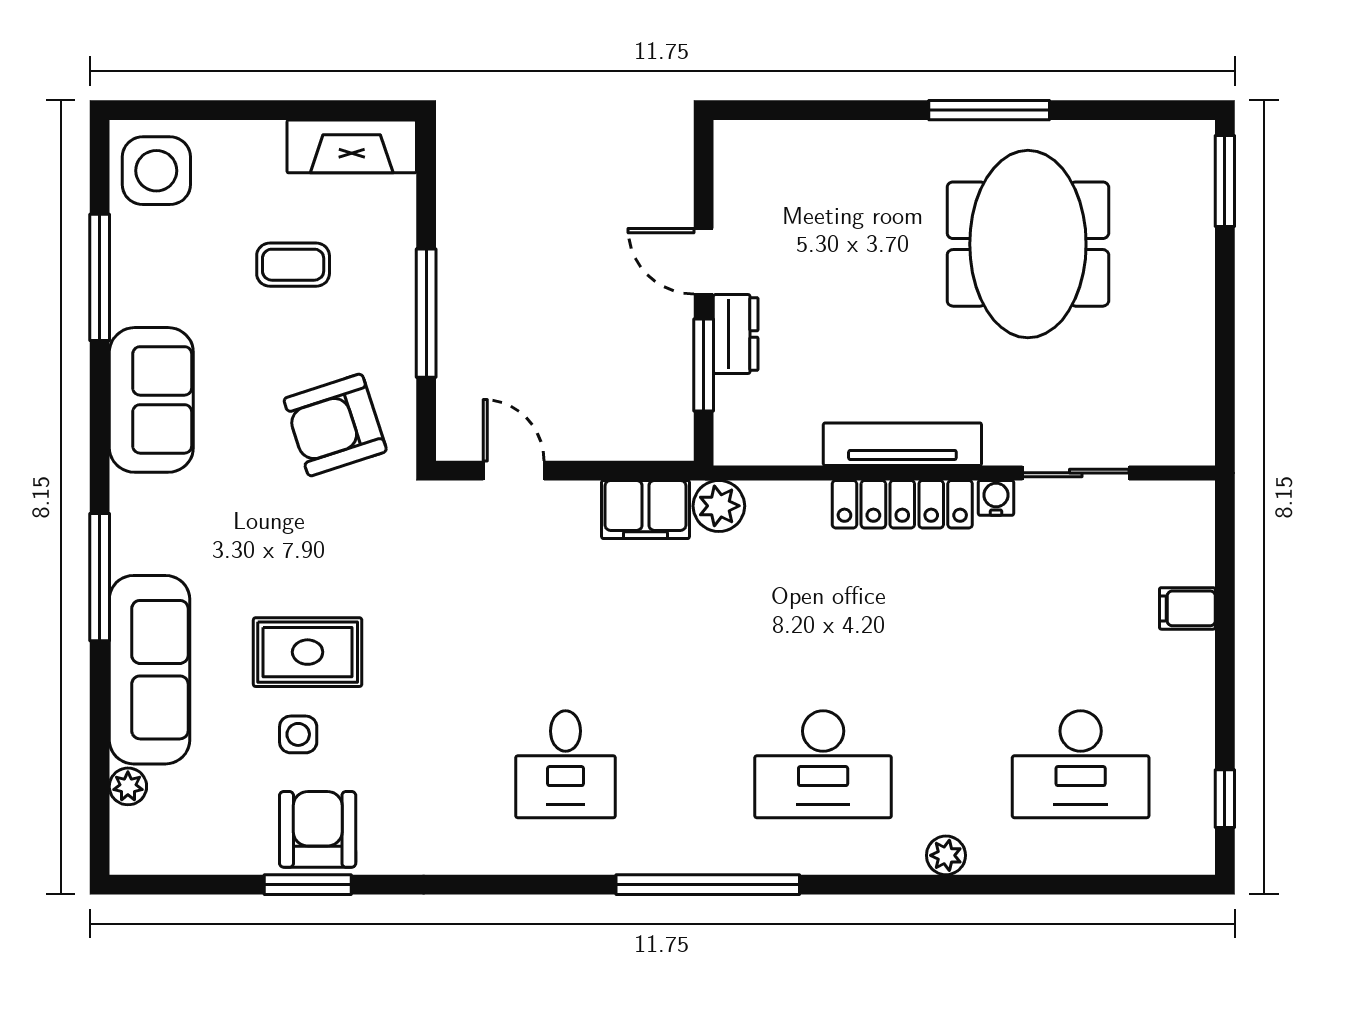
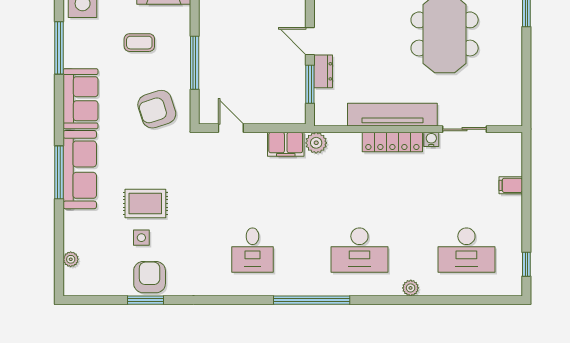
tv unit: (902, 444) -> (392, 115), width x1.36, depth x1.29
sofa: (150, 670) -> (80, 170), moved

